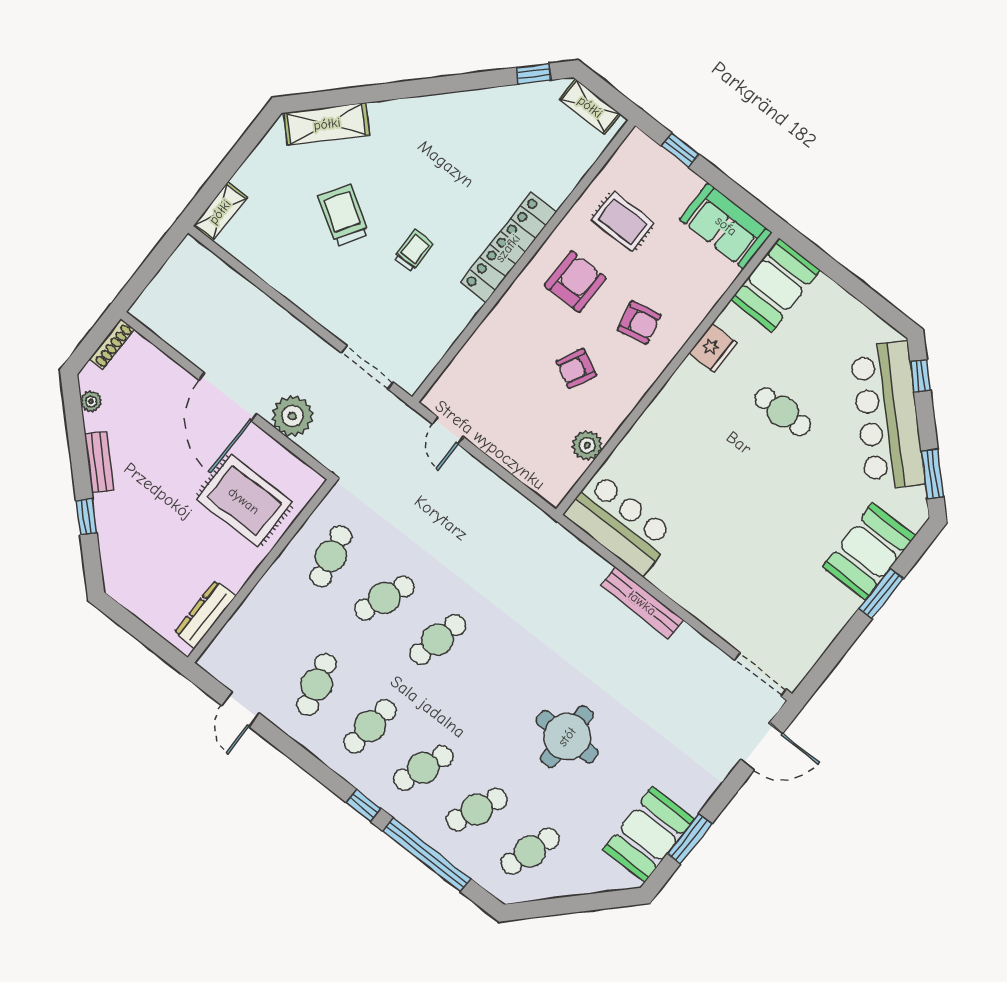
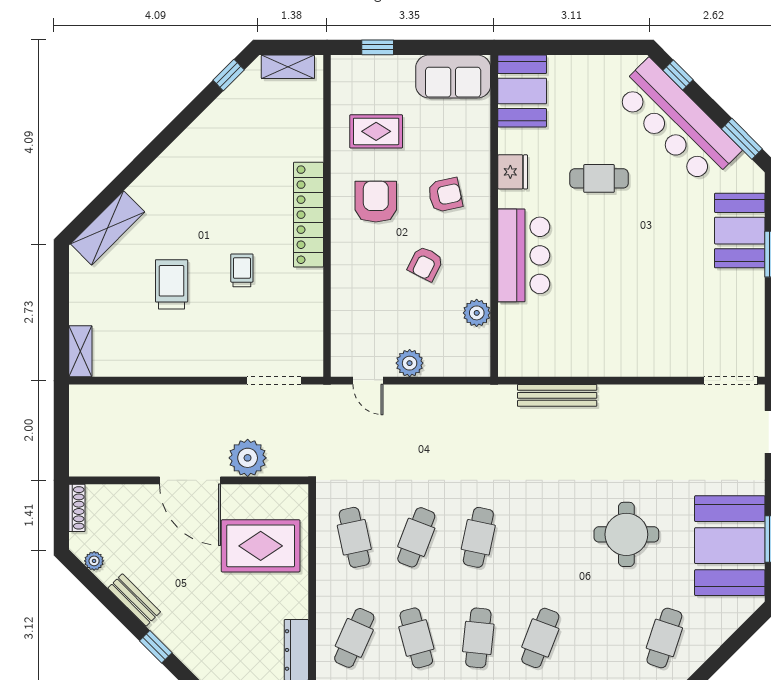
trolley: (344, 215) -> (172, 284), turned 58
plant: (496, 443) -> (410, 363), added
bar counter: (620, 524) -> (524, 255), moved, turned 90
bench: (642, 603) -> (557, 395), moved
cafe table: (477, 810) -> (354, 638), moved
booth: (649, 834) -> (730, 546), width x1.36, depth x1.42

